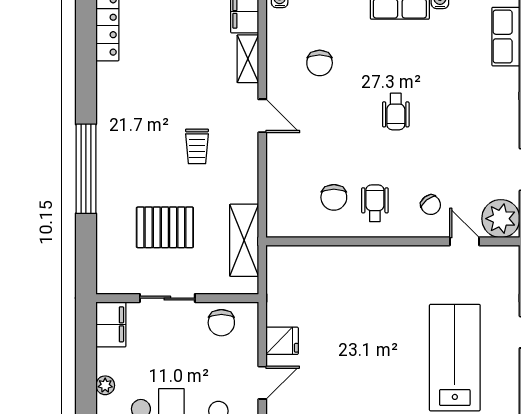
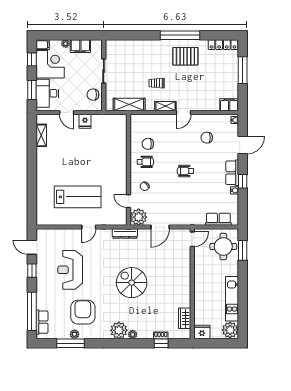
shelving: (248, 59) -> (165, 106), moved
trolley: (197, 146) -> (157, 83), moved
window: (86, 169) -> (180, 35), moved
pallet: (165, 227) -> (185, 56), moved, turned 90
door: (465, 241) -> (129, 201), swing flipped
filing cabinet: (111, 324) -> (80, 46), moved

